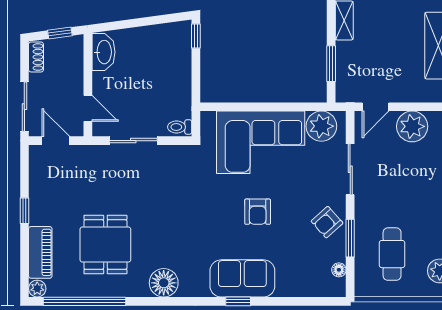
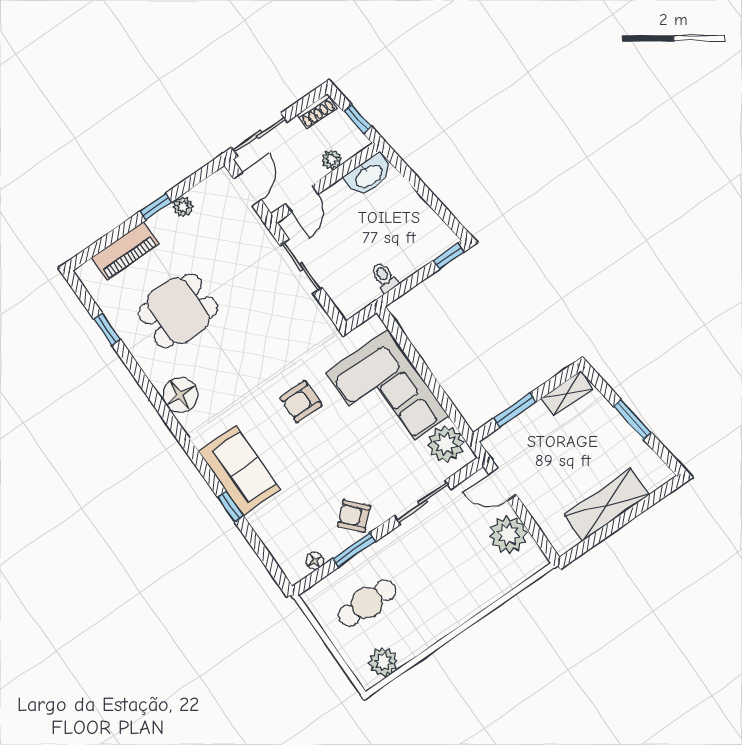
plant: (76, 70) -> (332, 160), added
toilet: (180, 127) -> (384, 277), moved
armchair: (258, 212) -> (301, 401), moved
plant: (37, 289) -> (183, 207), moved
window: (84, 301) -> (107, 329), width x0.32
window: (238, 301) -> (231, 507), moved

